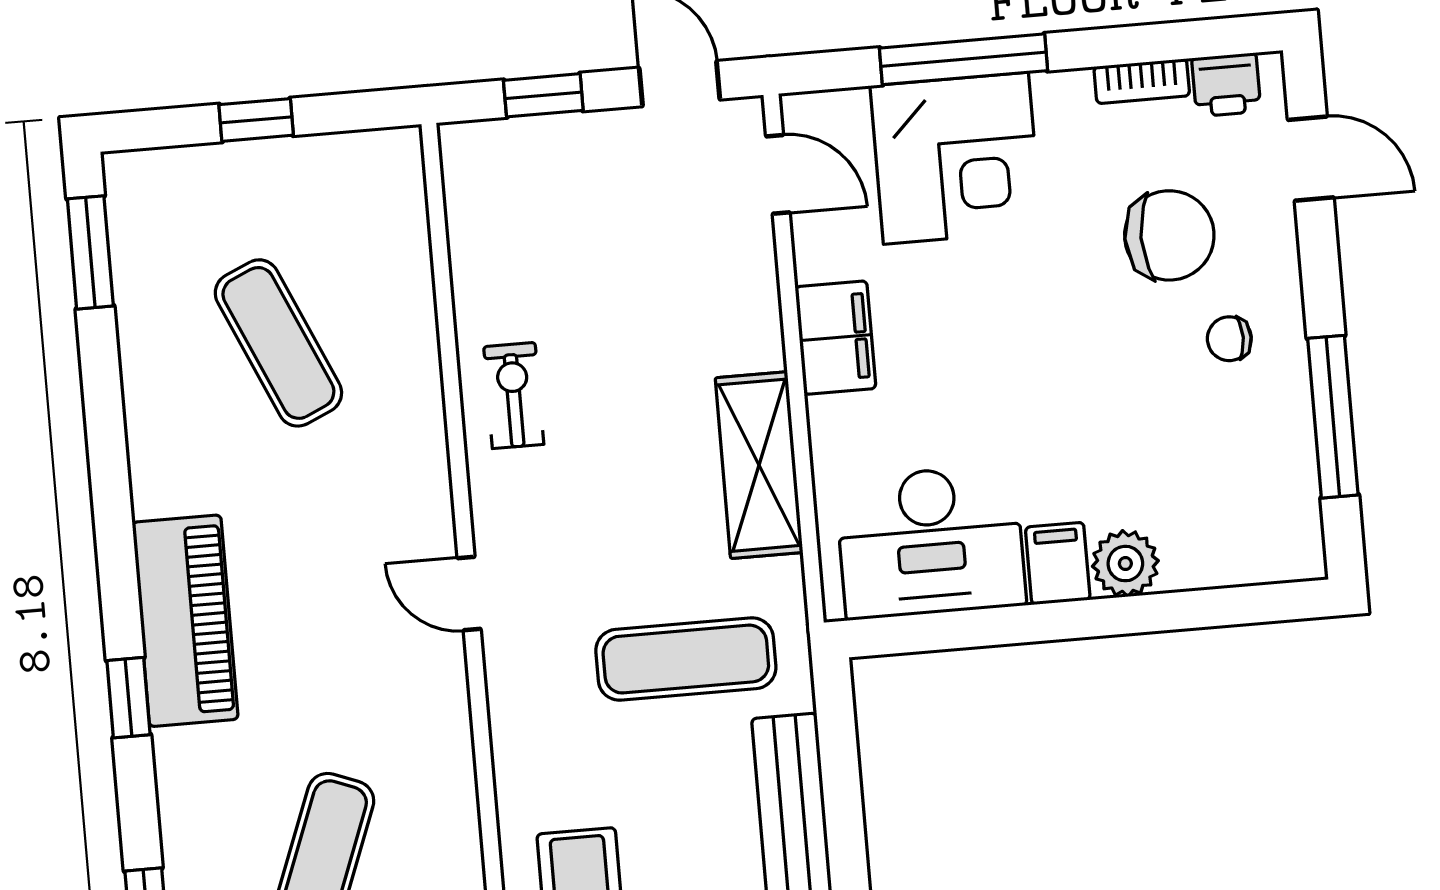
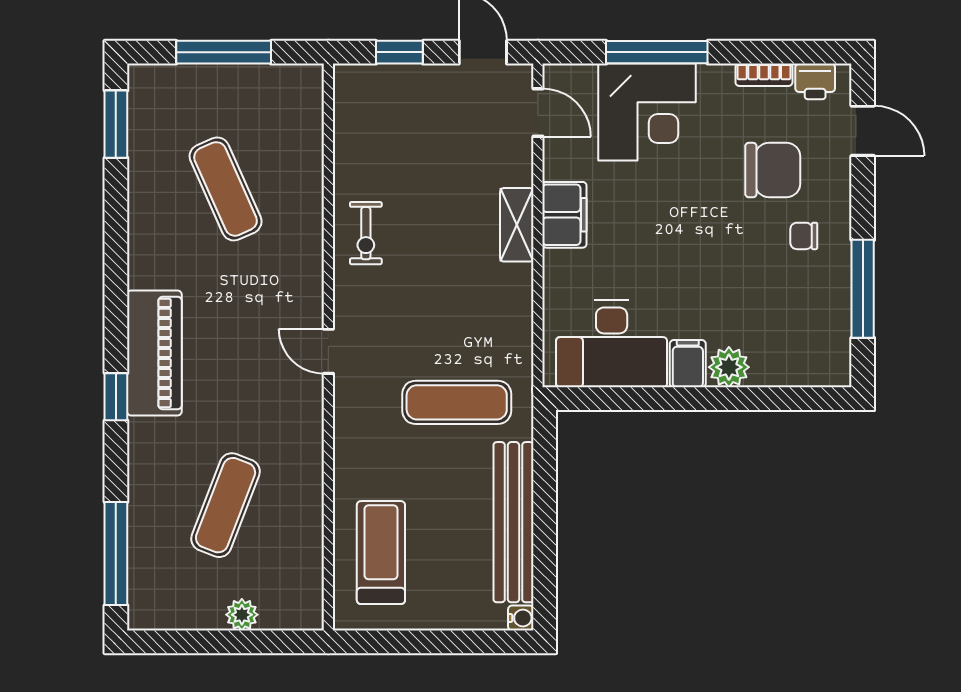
window: (256, 120) -> (224, 52), width x2.17
exercise bike: (514, 396) -> (366, 233), turned 180
shelving: (759, 465) -> (517, 225), moved, width x0.67, depth x0.75

